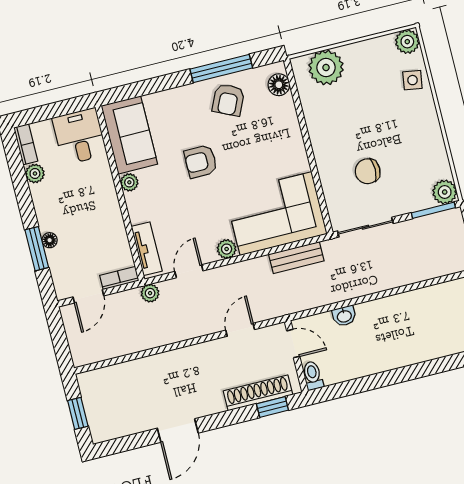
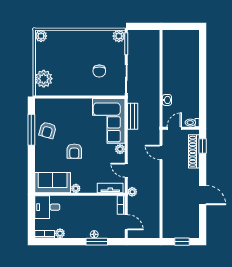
side table: (412, 80) -> (60, 38), removed
floor lamp: (279, 85) -> (46, 104), removed
armchair: (228, 100) -> (48, 130), turned 81

